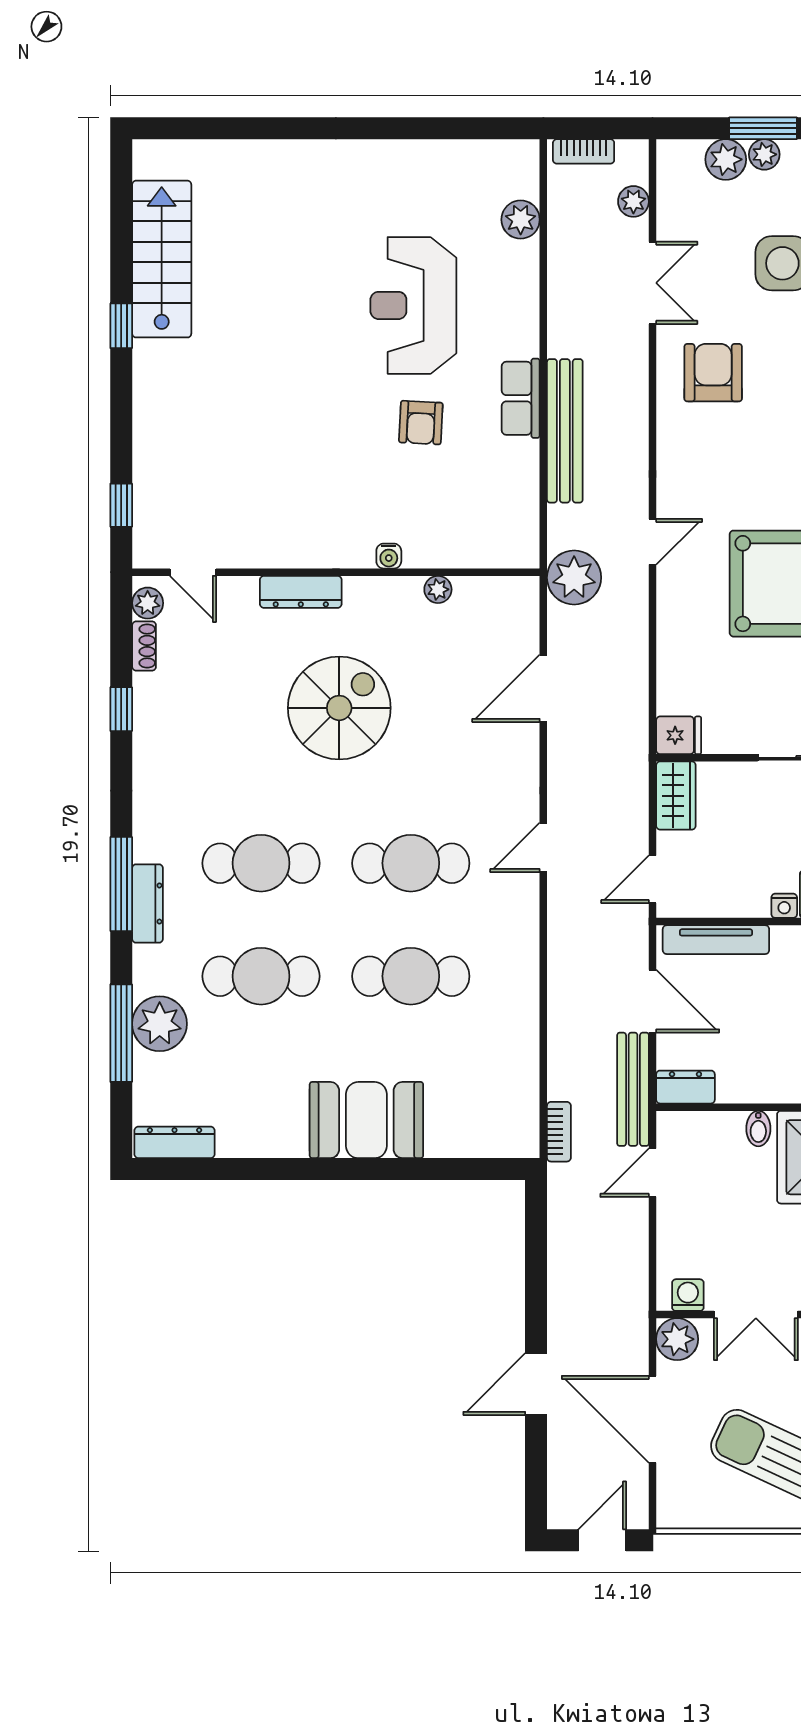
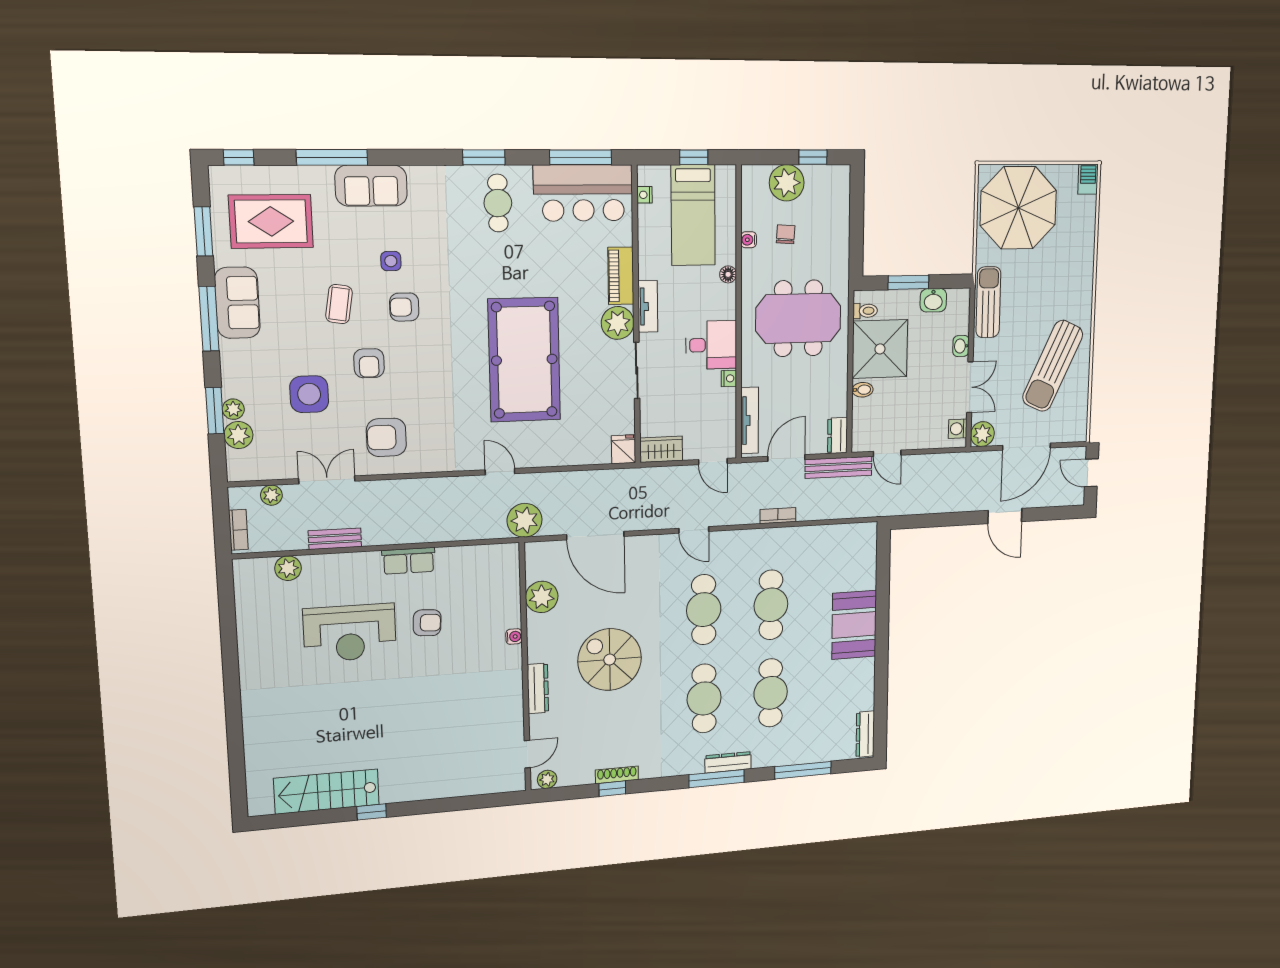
bench: (565, 431) -> (335, 539), moved, width x0.54, depth x0.82
window: (121, 505) -> (486, 801), removed
plant: (438, 589) -> (542, 597), width x1.88, depth x1.88
shoe rack: (144, 646) -> (617, 775), moved, width x1.43
door: (543, 688) -> (595, 536), width x1.36
plant: (160, 1024) -> (798, 749), removed
bookcase: (559, 1132) -> (778, 516), moved

